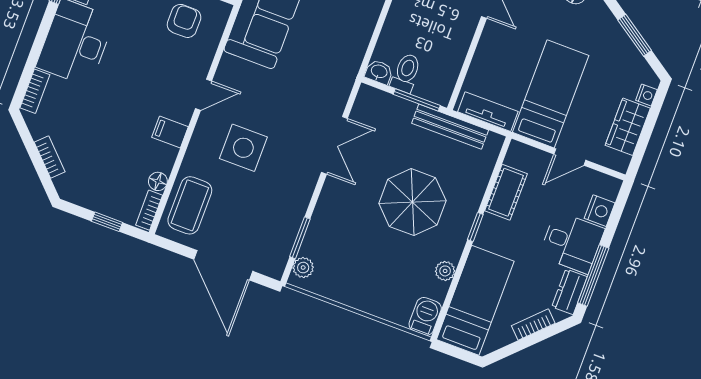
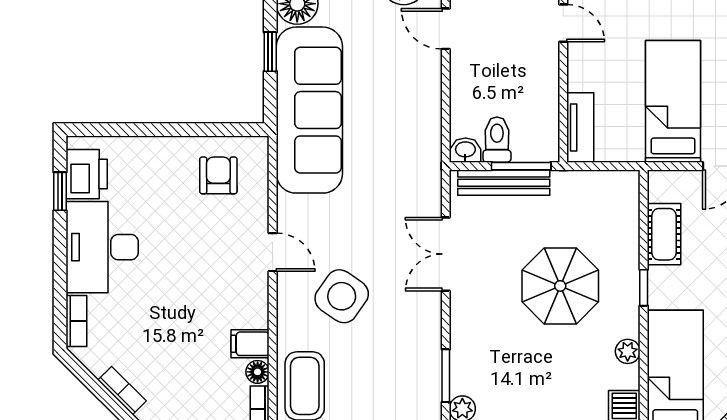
door: (204, 95) -> (273, 252), hinge flipped
tv unit: (488, 112) -> (580, 128), moved, turned 90
bench: (450, 127) -> (504, 183), moved
filing cabinet: (170, 132) -> (250, 344), moved
double door: (334, 145) -> (446, 254), swing flipped
side table: (243, 148) -> (342, 296), turned 35

